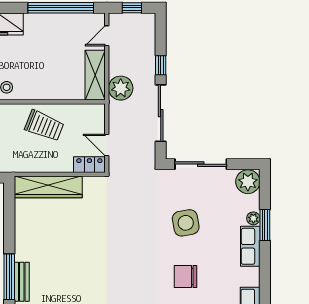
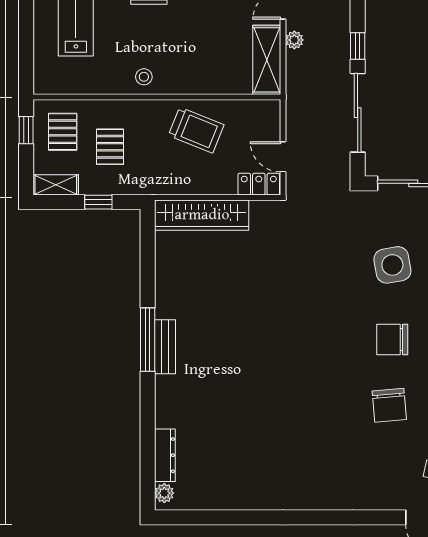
plant: (121, 88) -> (294, 40), moved, width x0.53, depth x0.53

